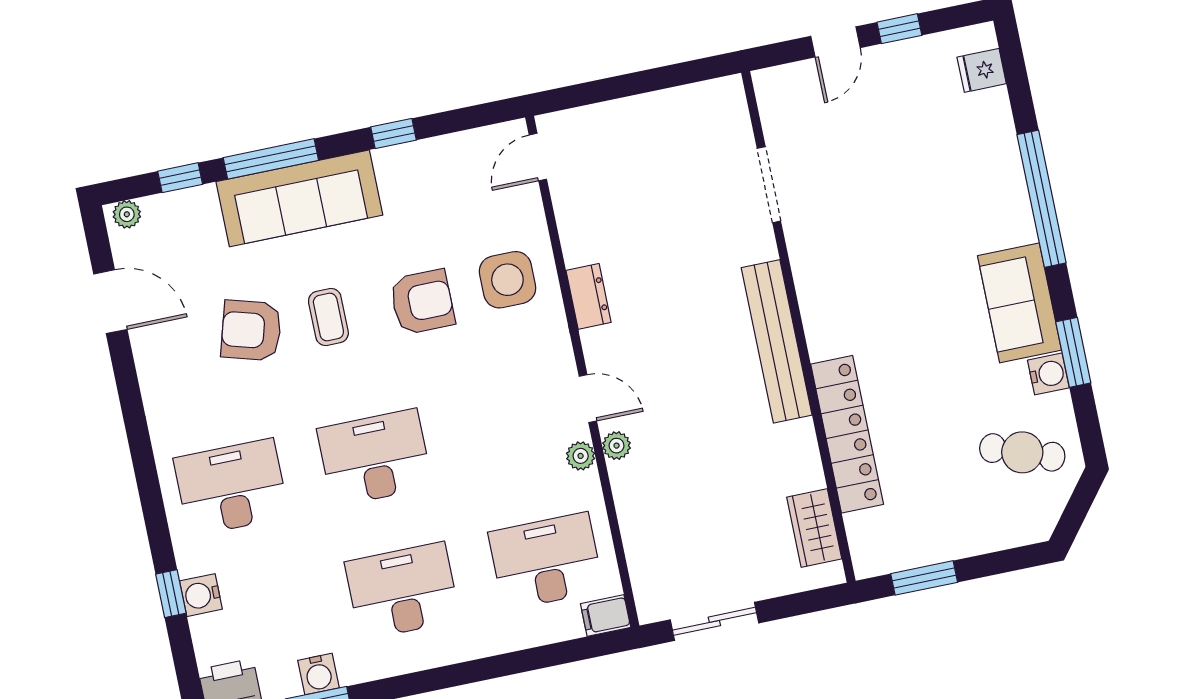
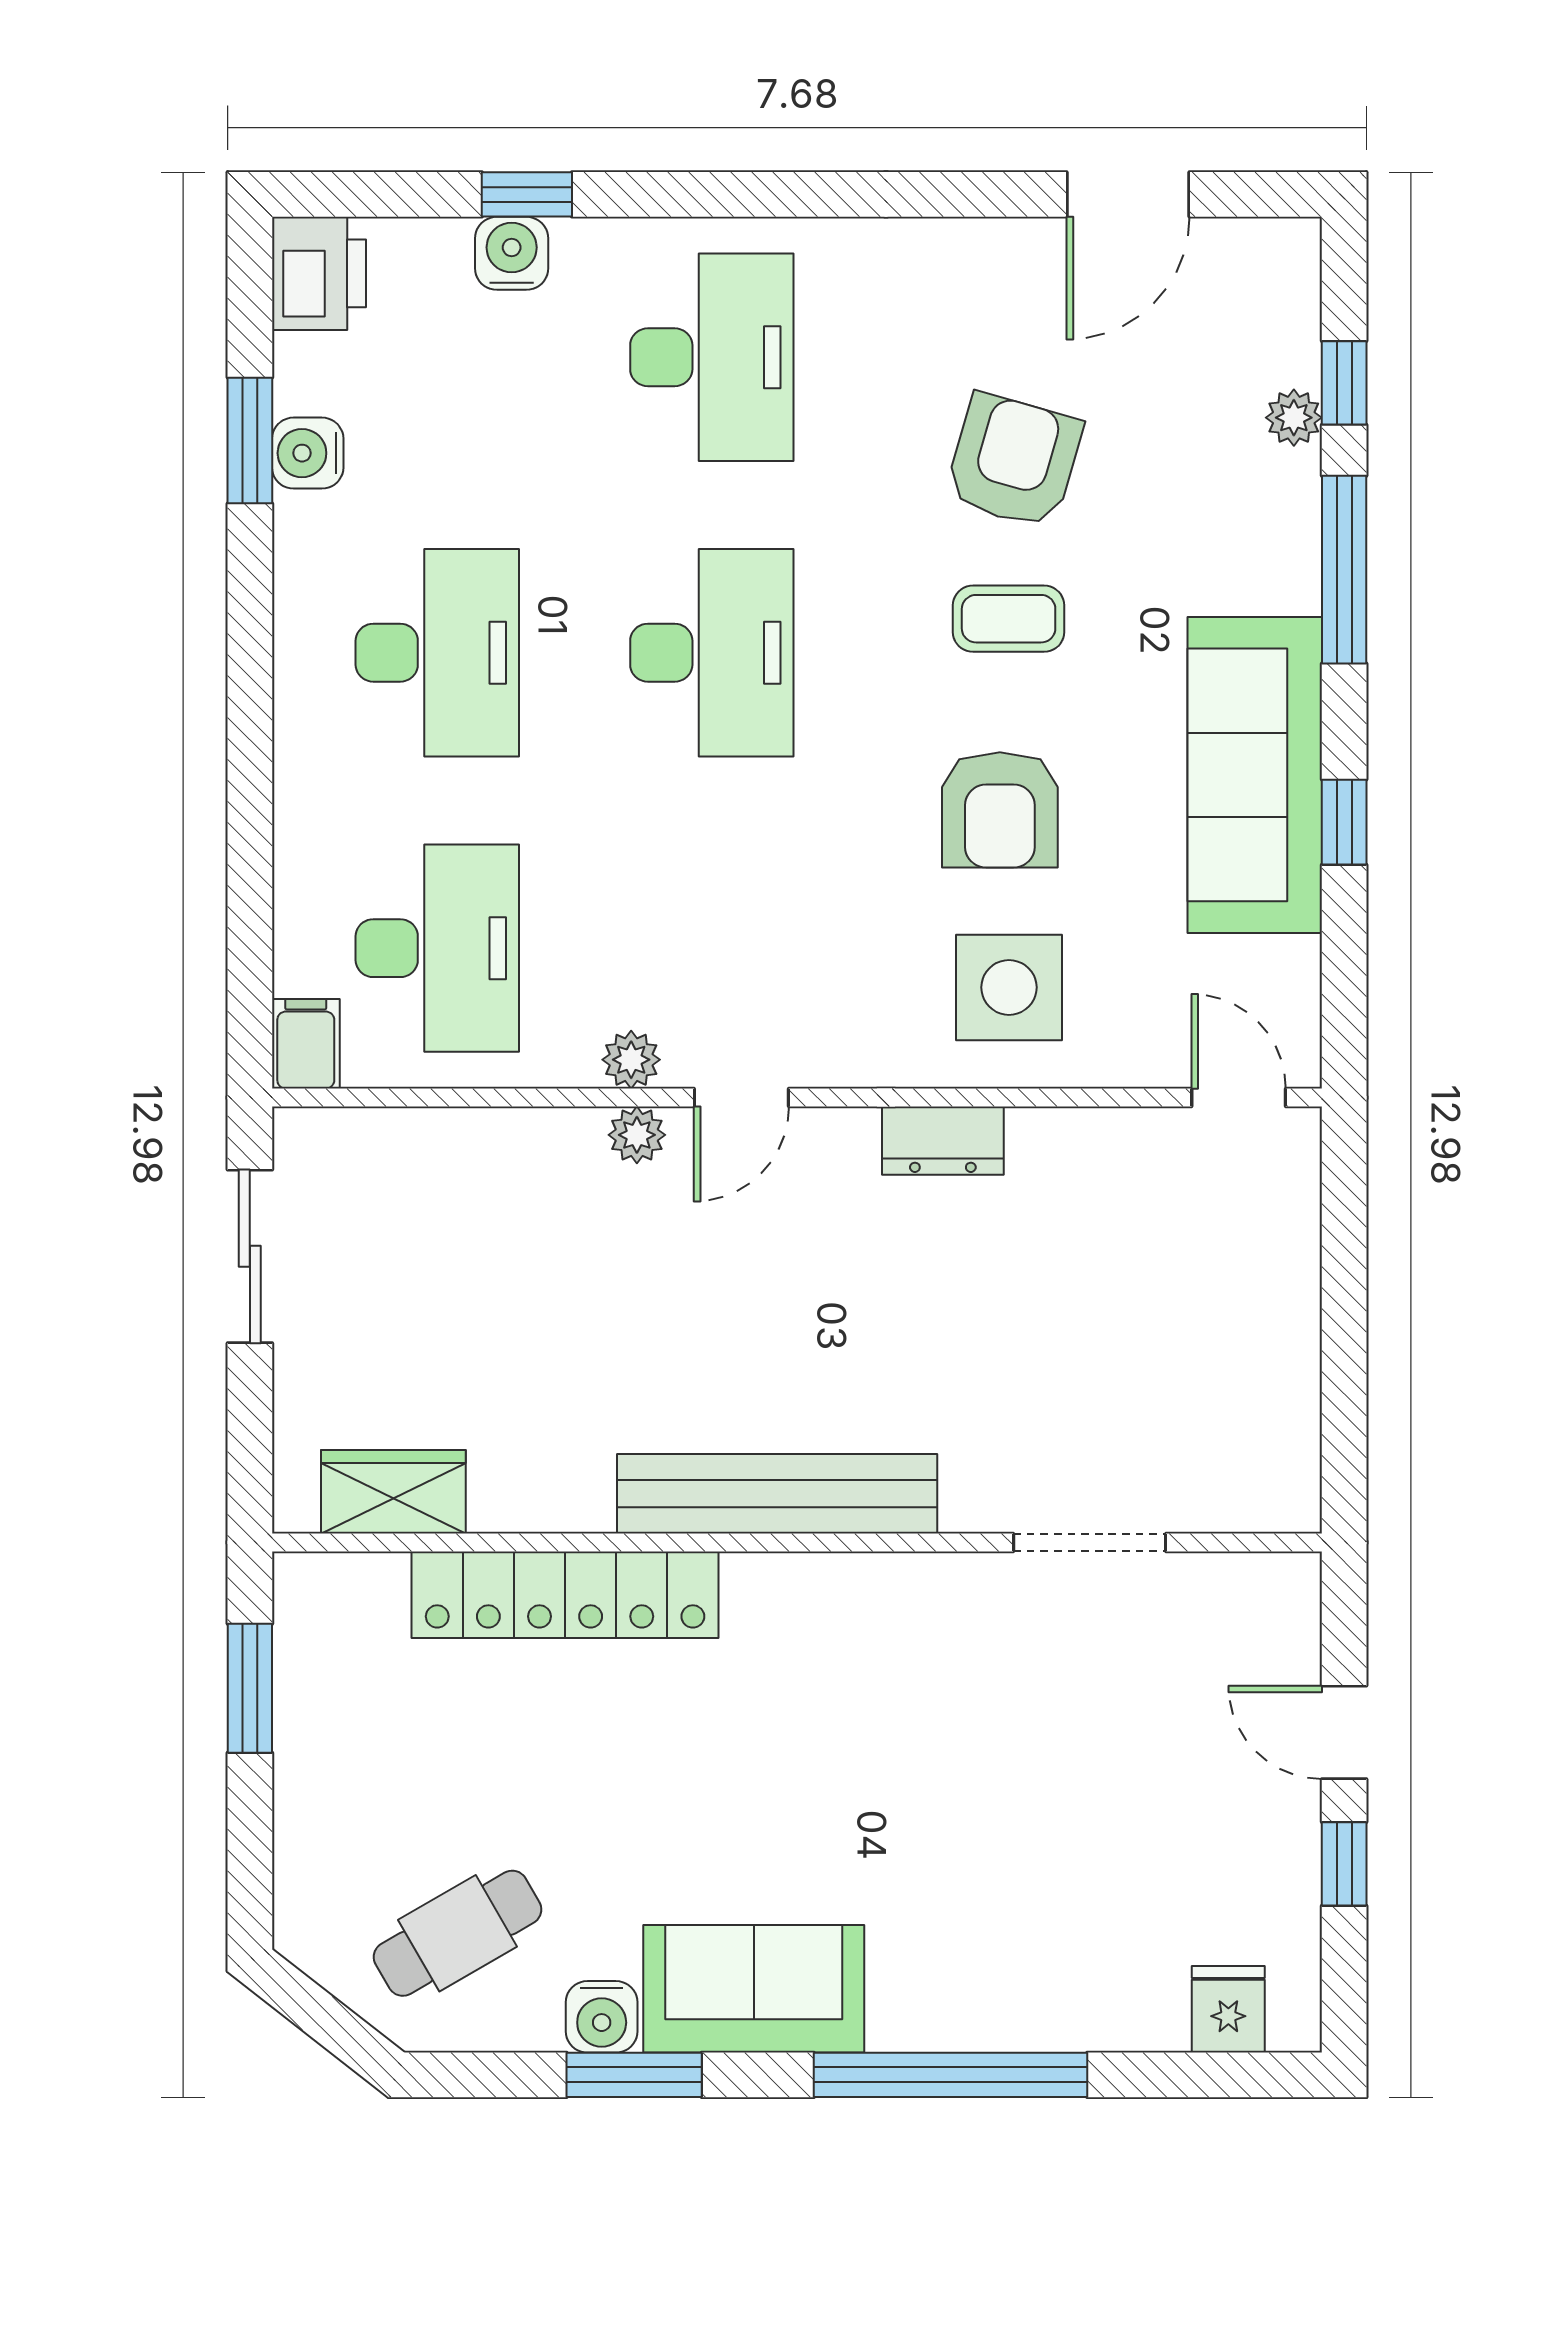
sofa: (299, 198) -> (1255, 775), moved
plant: (127, 214) -> (1294, 418), moved
cafe table: (1022, 452) -> (458, 1933), turned 40

